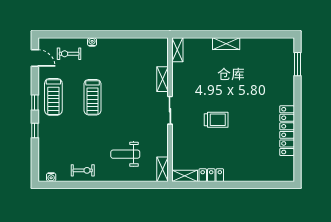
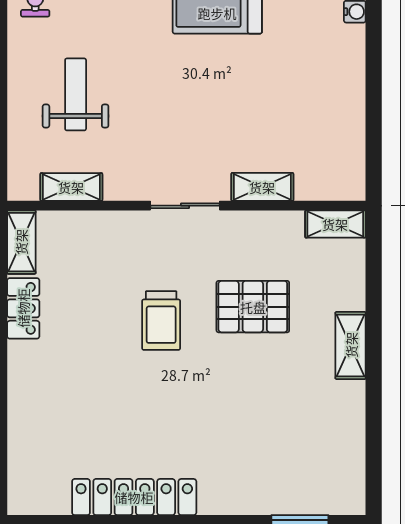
pallet: (211, 83) -> (253, 307), added
shelving: (162, 169) -> (71, 187), moved

